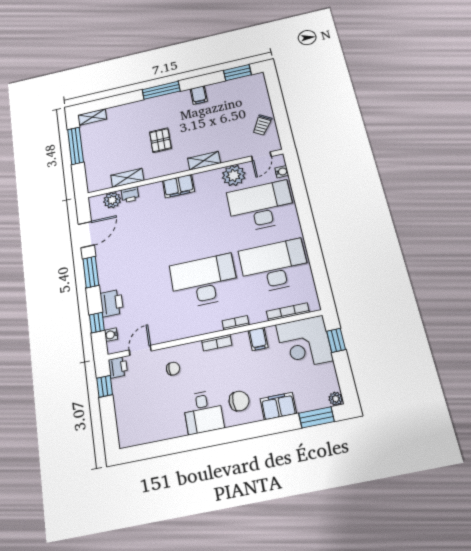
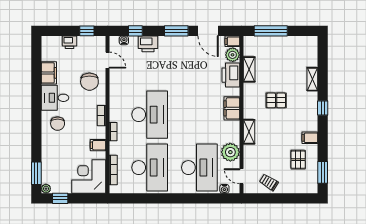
window: (161, 90) -> (323, 108), width x0.46
pallet: (227, 101) -> (298, 160), added
shelving: (92, 117) -> (312, 79), moved
window: (76, 146) -> (271, 31), moved
printer: (130, 195) -> (231, 75), width x1.87, depth x1.48
filing cabinet: (96, 204) -> (232, 41), added
window: (336, 340) -> (60, 198), moved
printer: (118, 367) -> (69, 42), moved
chair: (173, 369) -> (89, 82), width x1.87, depth x1.87
filing cabinet: (278, 406) -> (49, 73), moved

